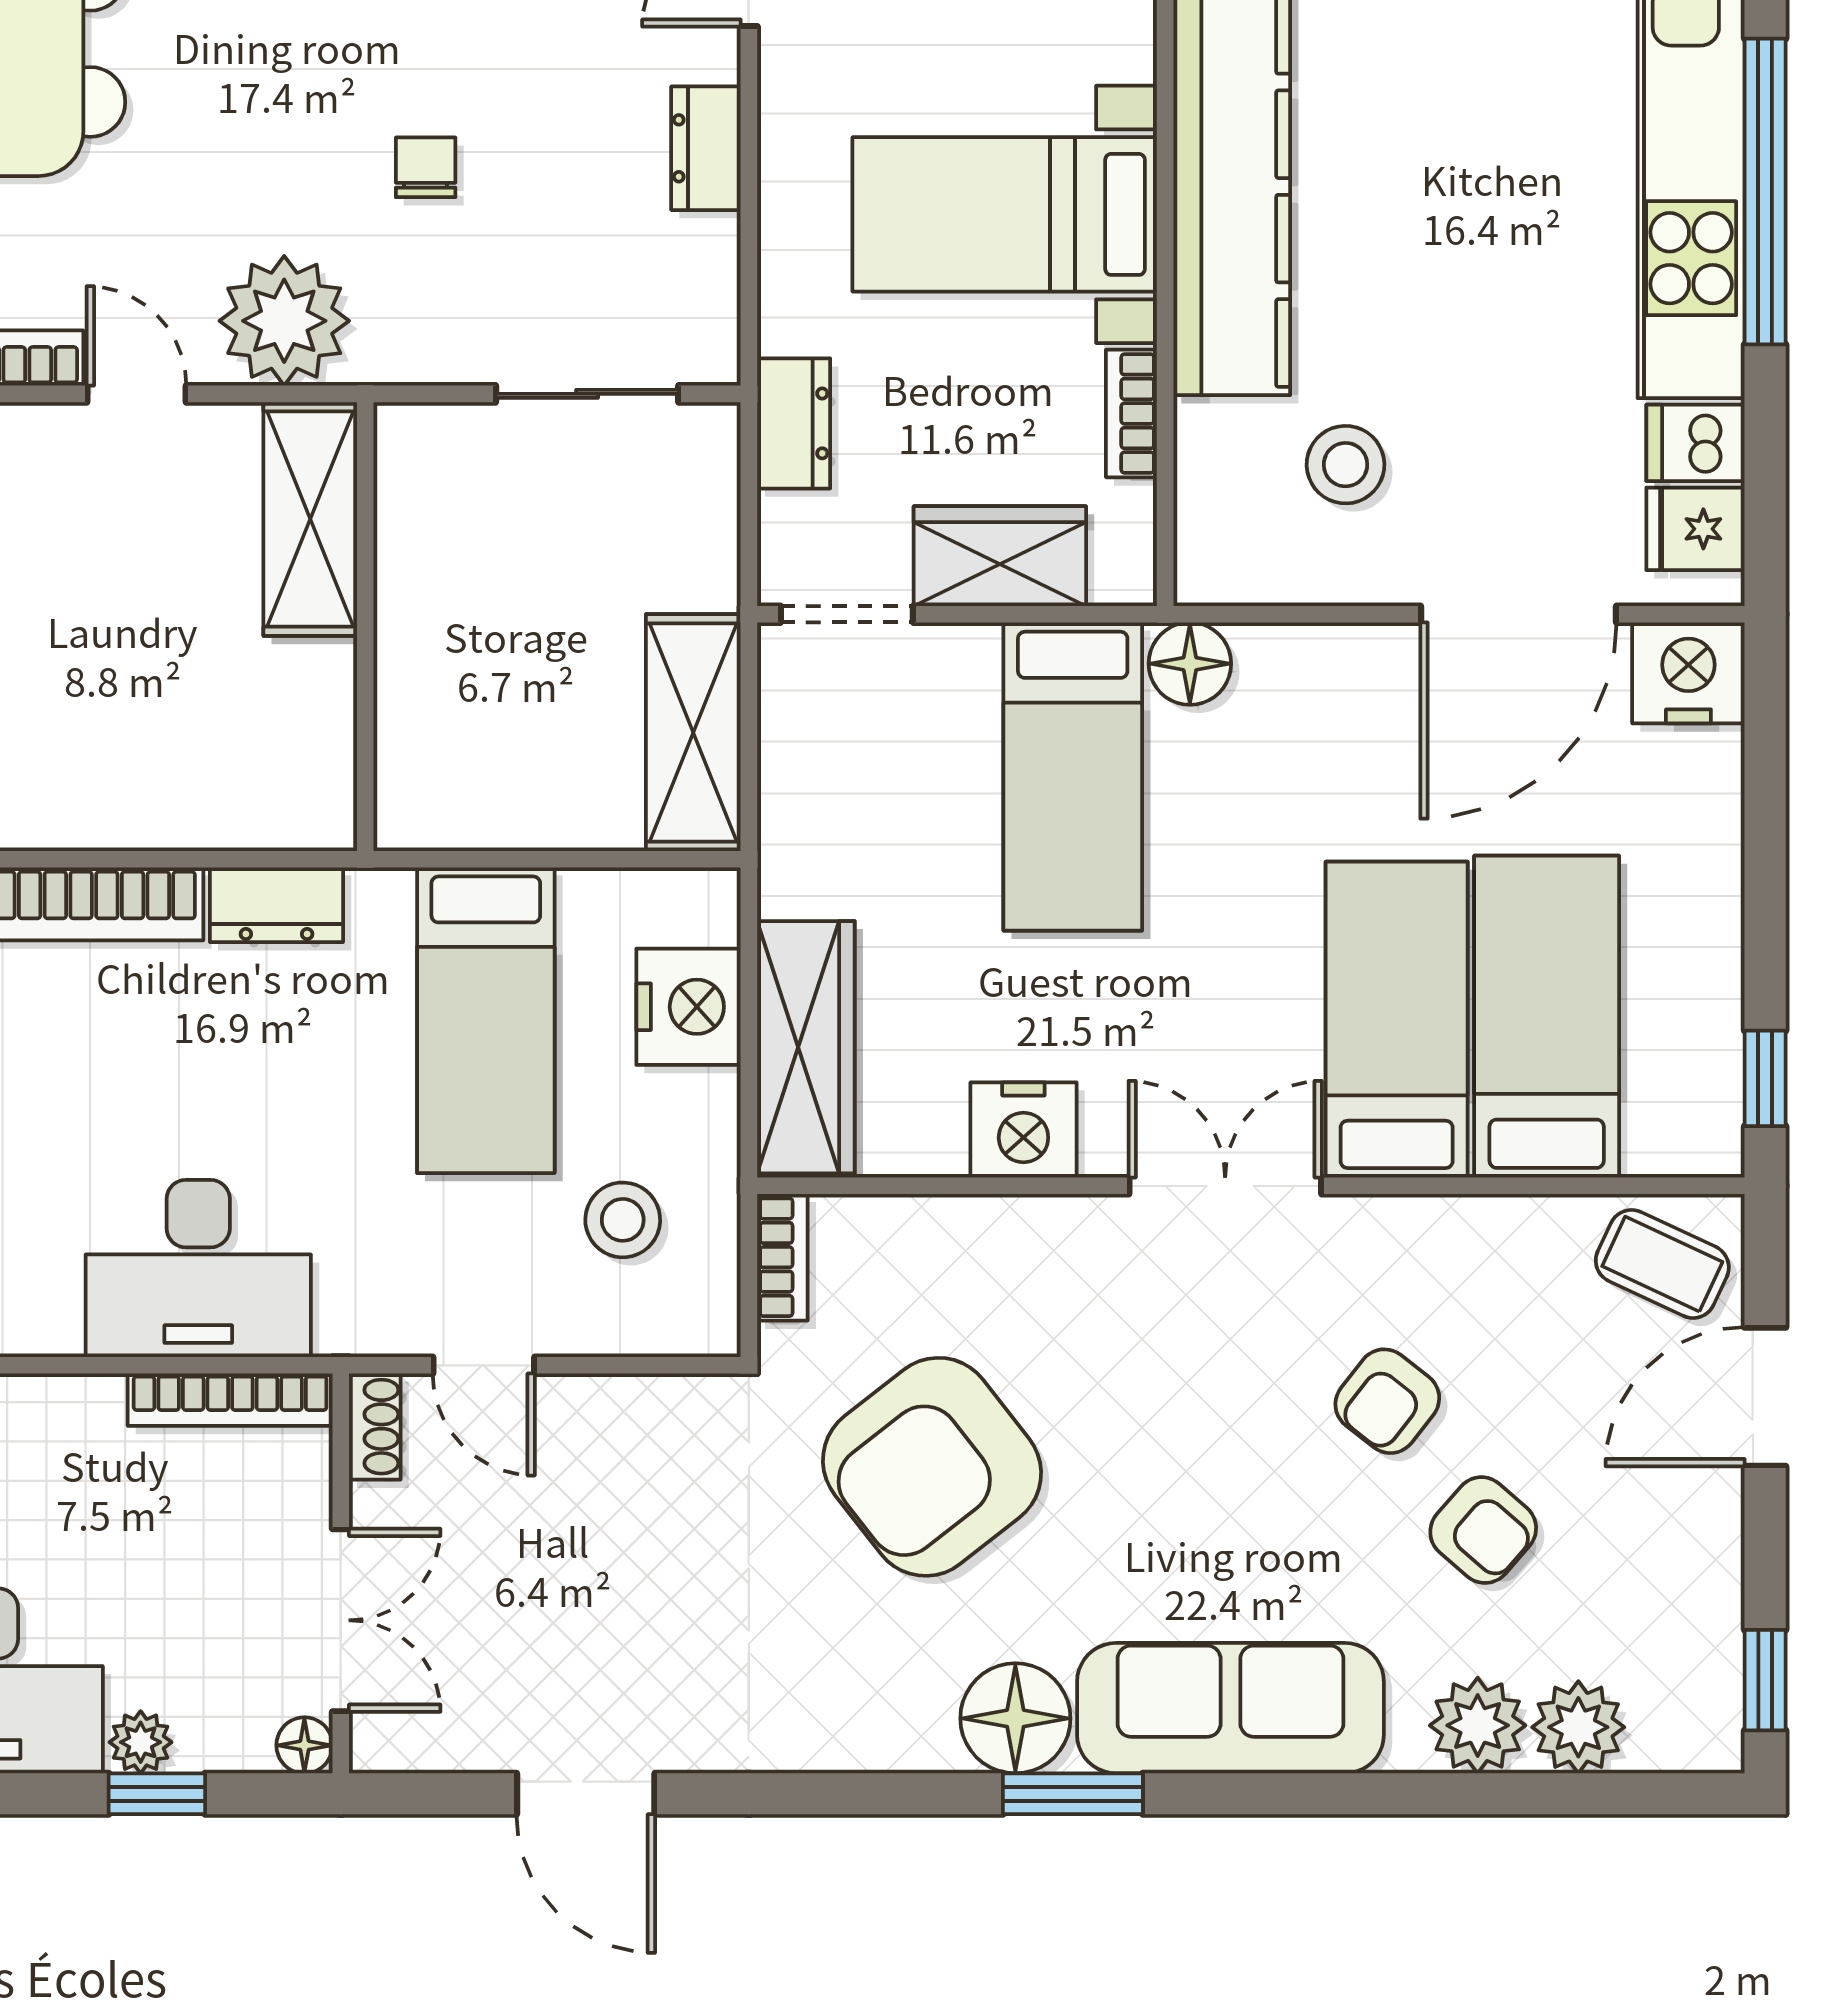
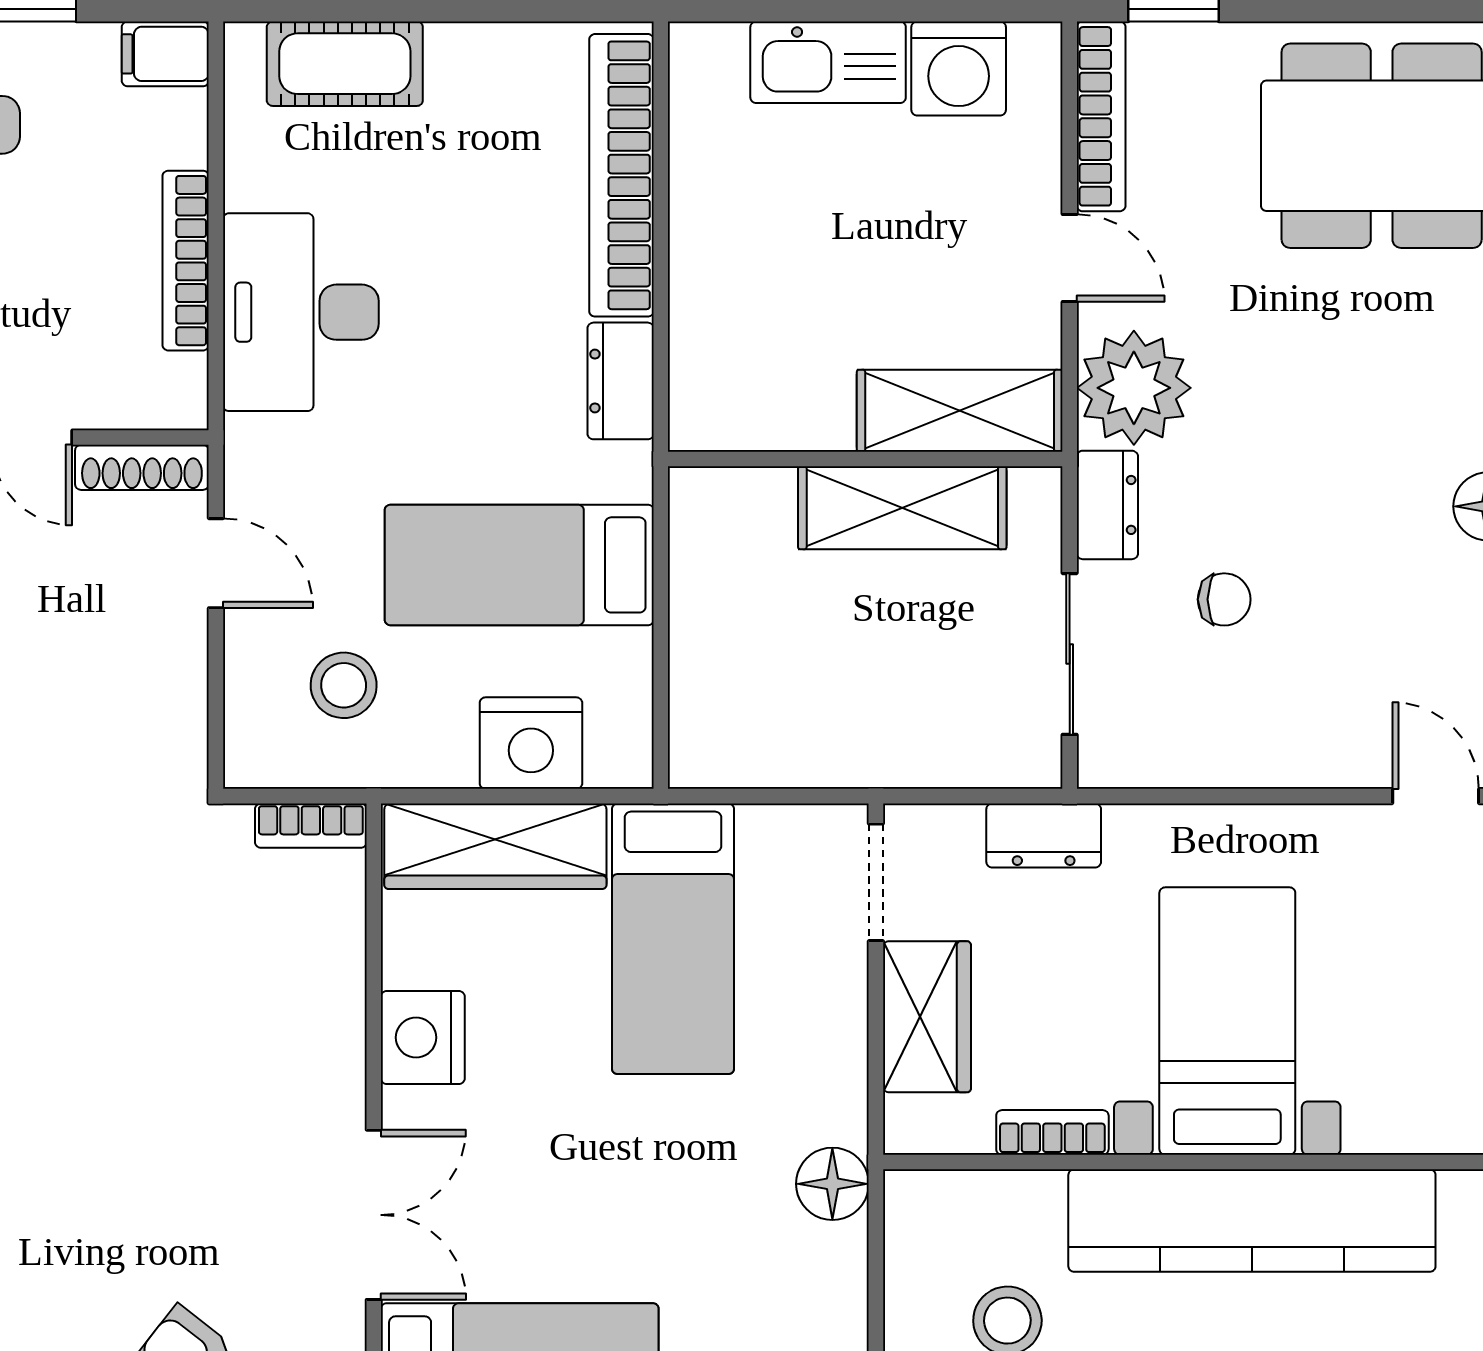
dresser: (706, 148) -> (1107, 505), moved, turned 90
chair: (426, 167) -> (1224, 599), moved
door: (137, 394) -> (1070, 258), hinge flipped
shelving: (693, 733) -> (902, 508), moved
bed: (1073, 777) -> (673, 939), moved, turned -90
door: (484, 1365) -> (216, 563), swing flipped
bookcase: (230, 1400) -> (186, 261), moved
shoe rack: (375, 1427) -> (142, 467), width x1.43
armchair: (932, 1467) -> (127, 957), removed

